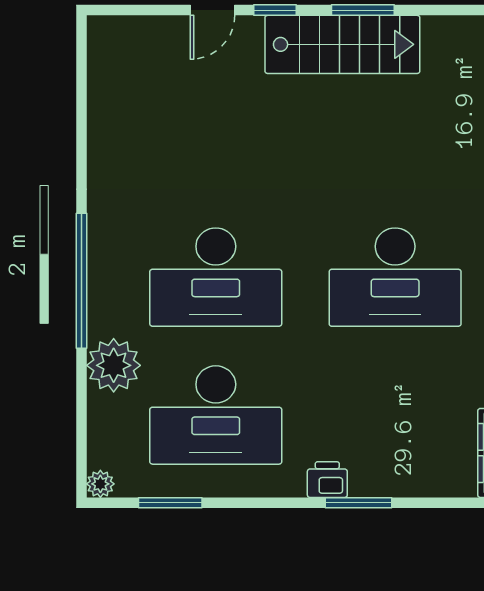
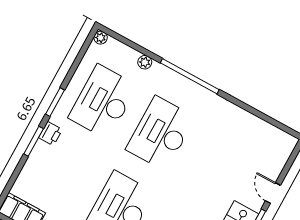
plant: (114, 365) -> (145, 62), width x0.53, depth x0.53
window: (170, 503) -> (55, 102), moved

